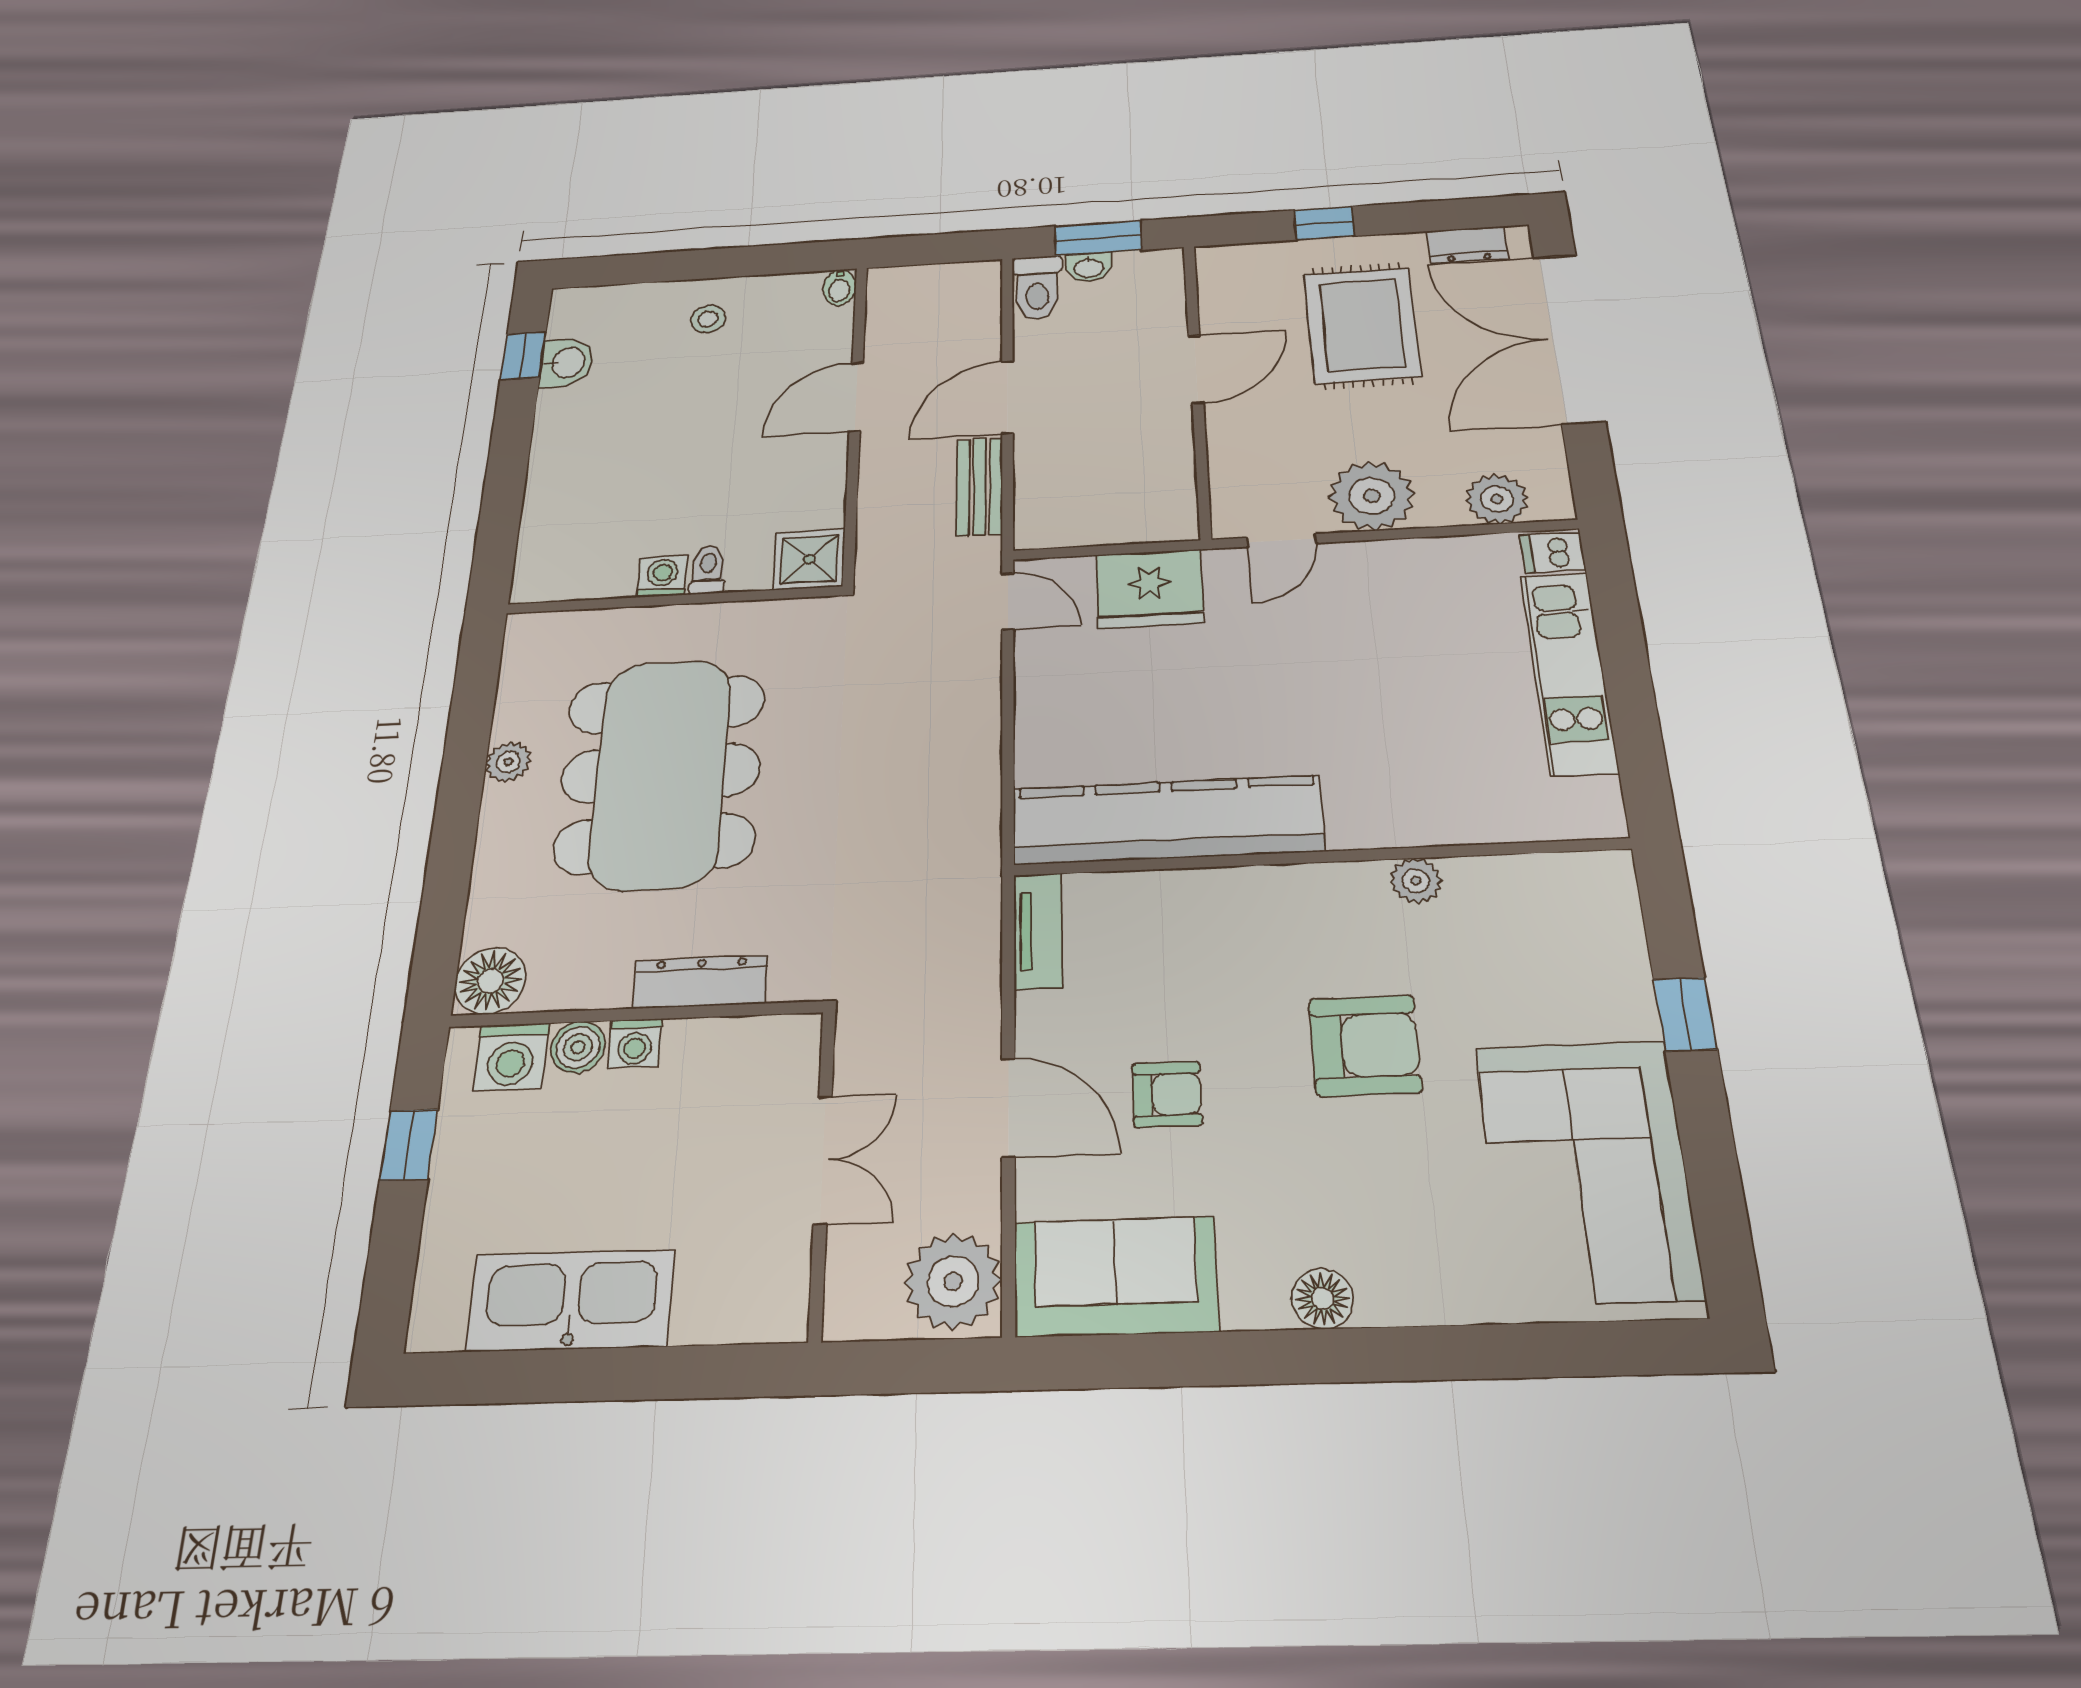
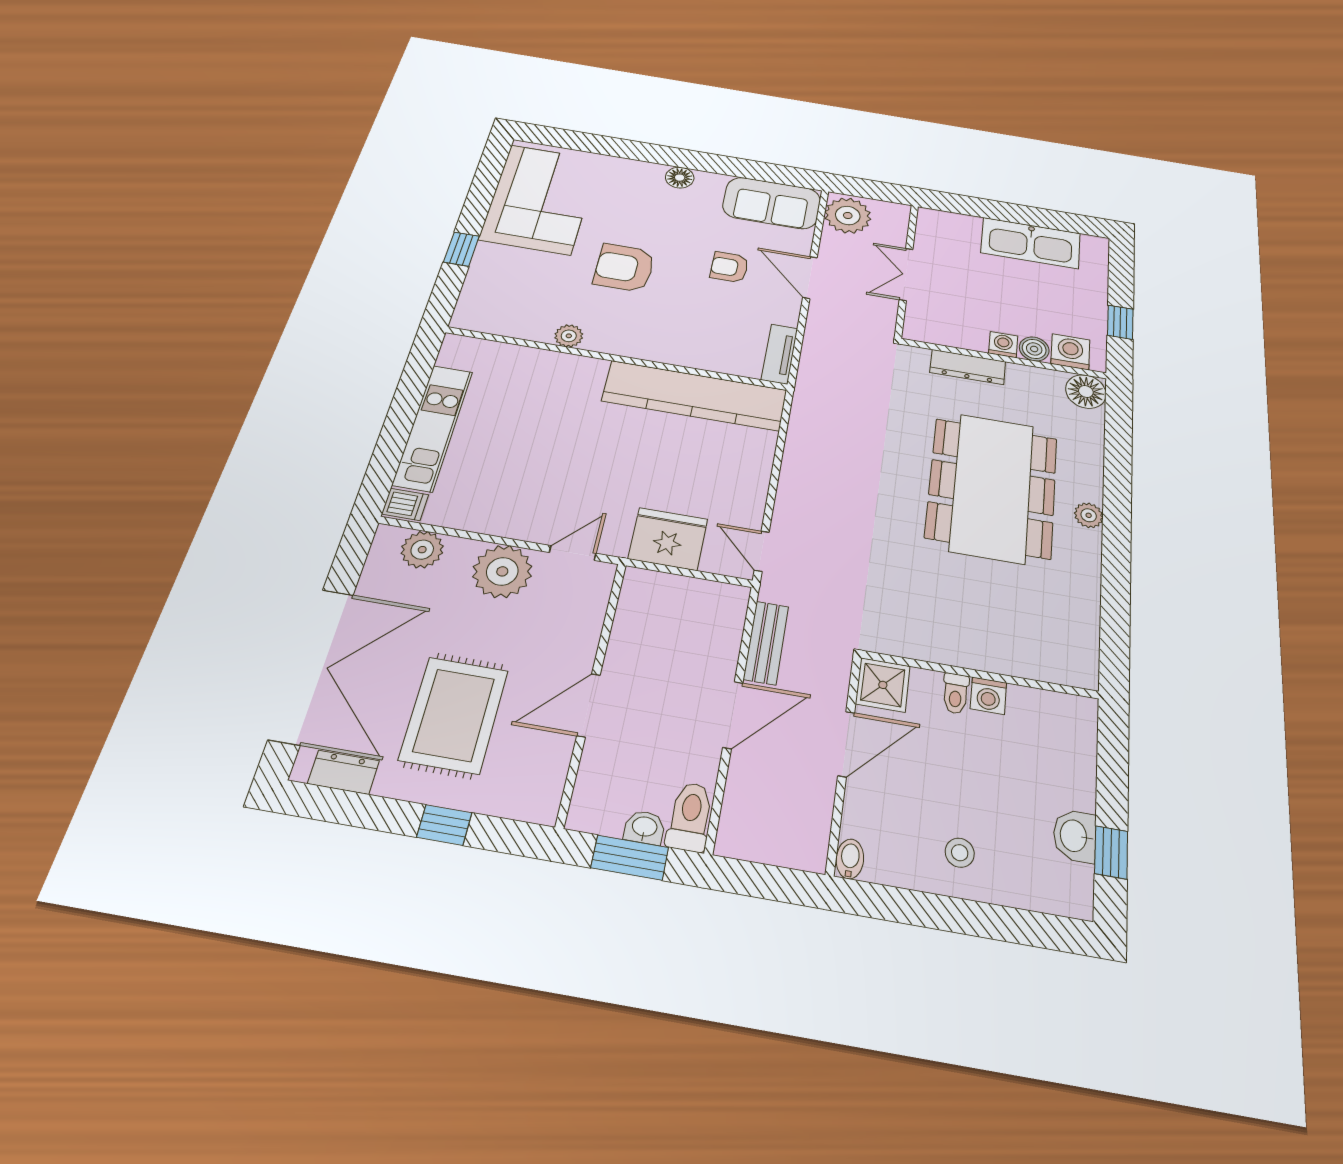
shower: (809, 559) -> (883, 685), moved
toilet: (708, 570) -> (956, 693), moved
washing machine: (662, 576) -> (988, 696), moved
wall: (674, 600) -> (980, 675), moved

